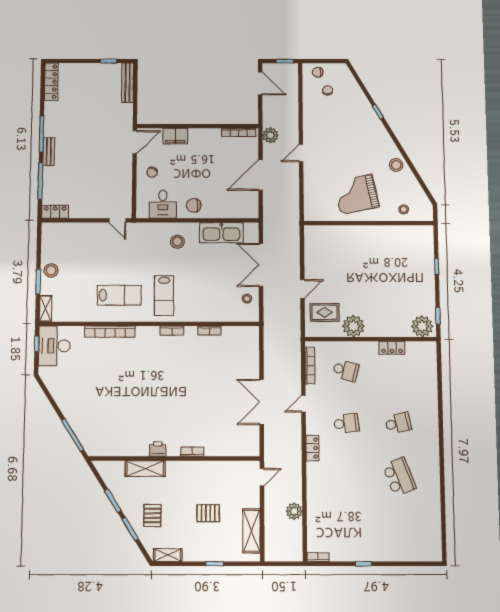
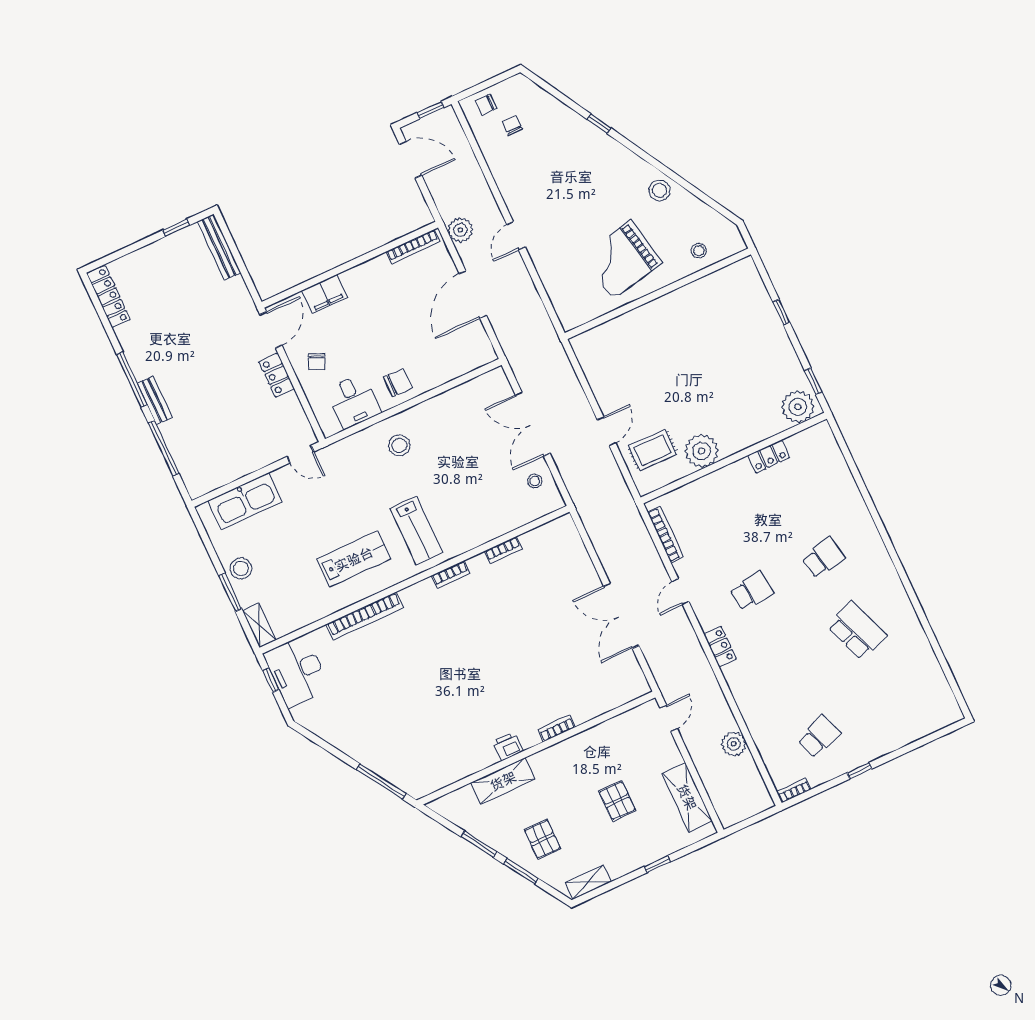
chair: (194, 205) -> (398, 383), turned 180
locker: (55, 212) -> (277, 375), moved, turned -90
kitchen sink: (221, 233) -> (245, 501), moved
school desk: (346, 370) -> (819, 737), moved, turned -36
pallet: (208, 513) -> (617, 801), turned 90

